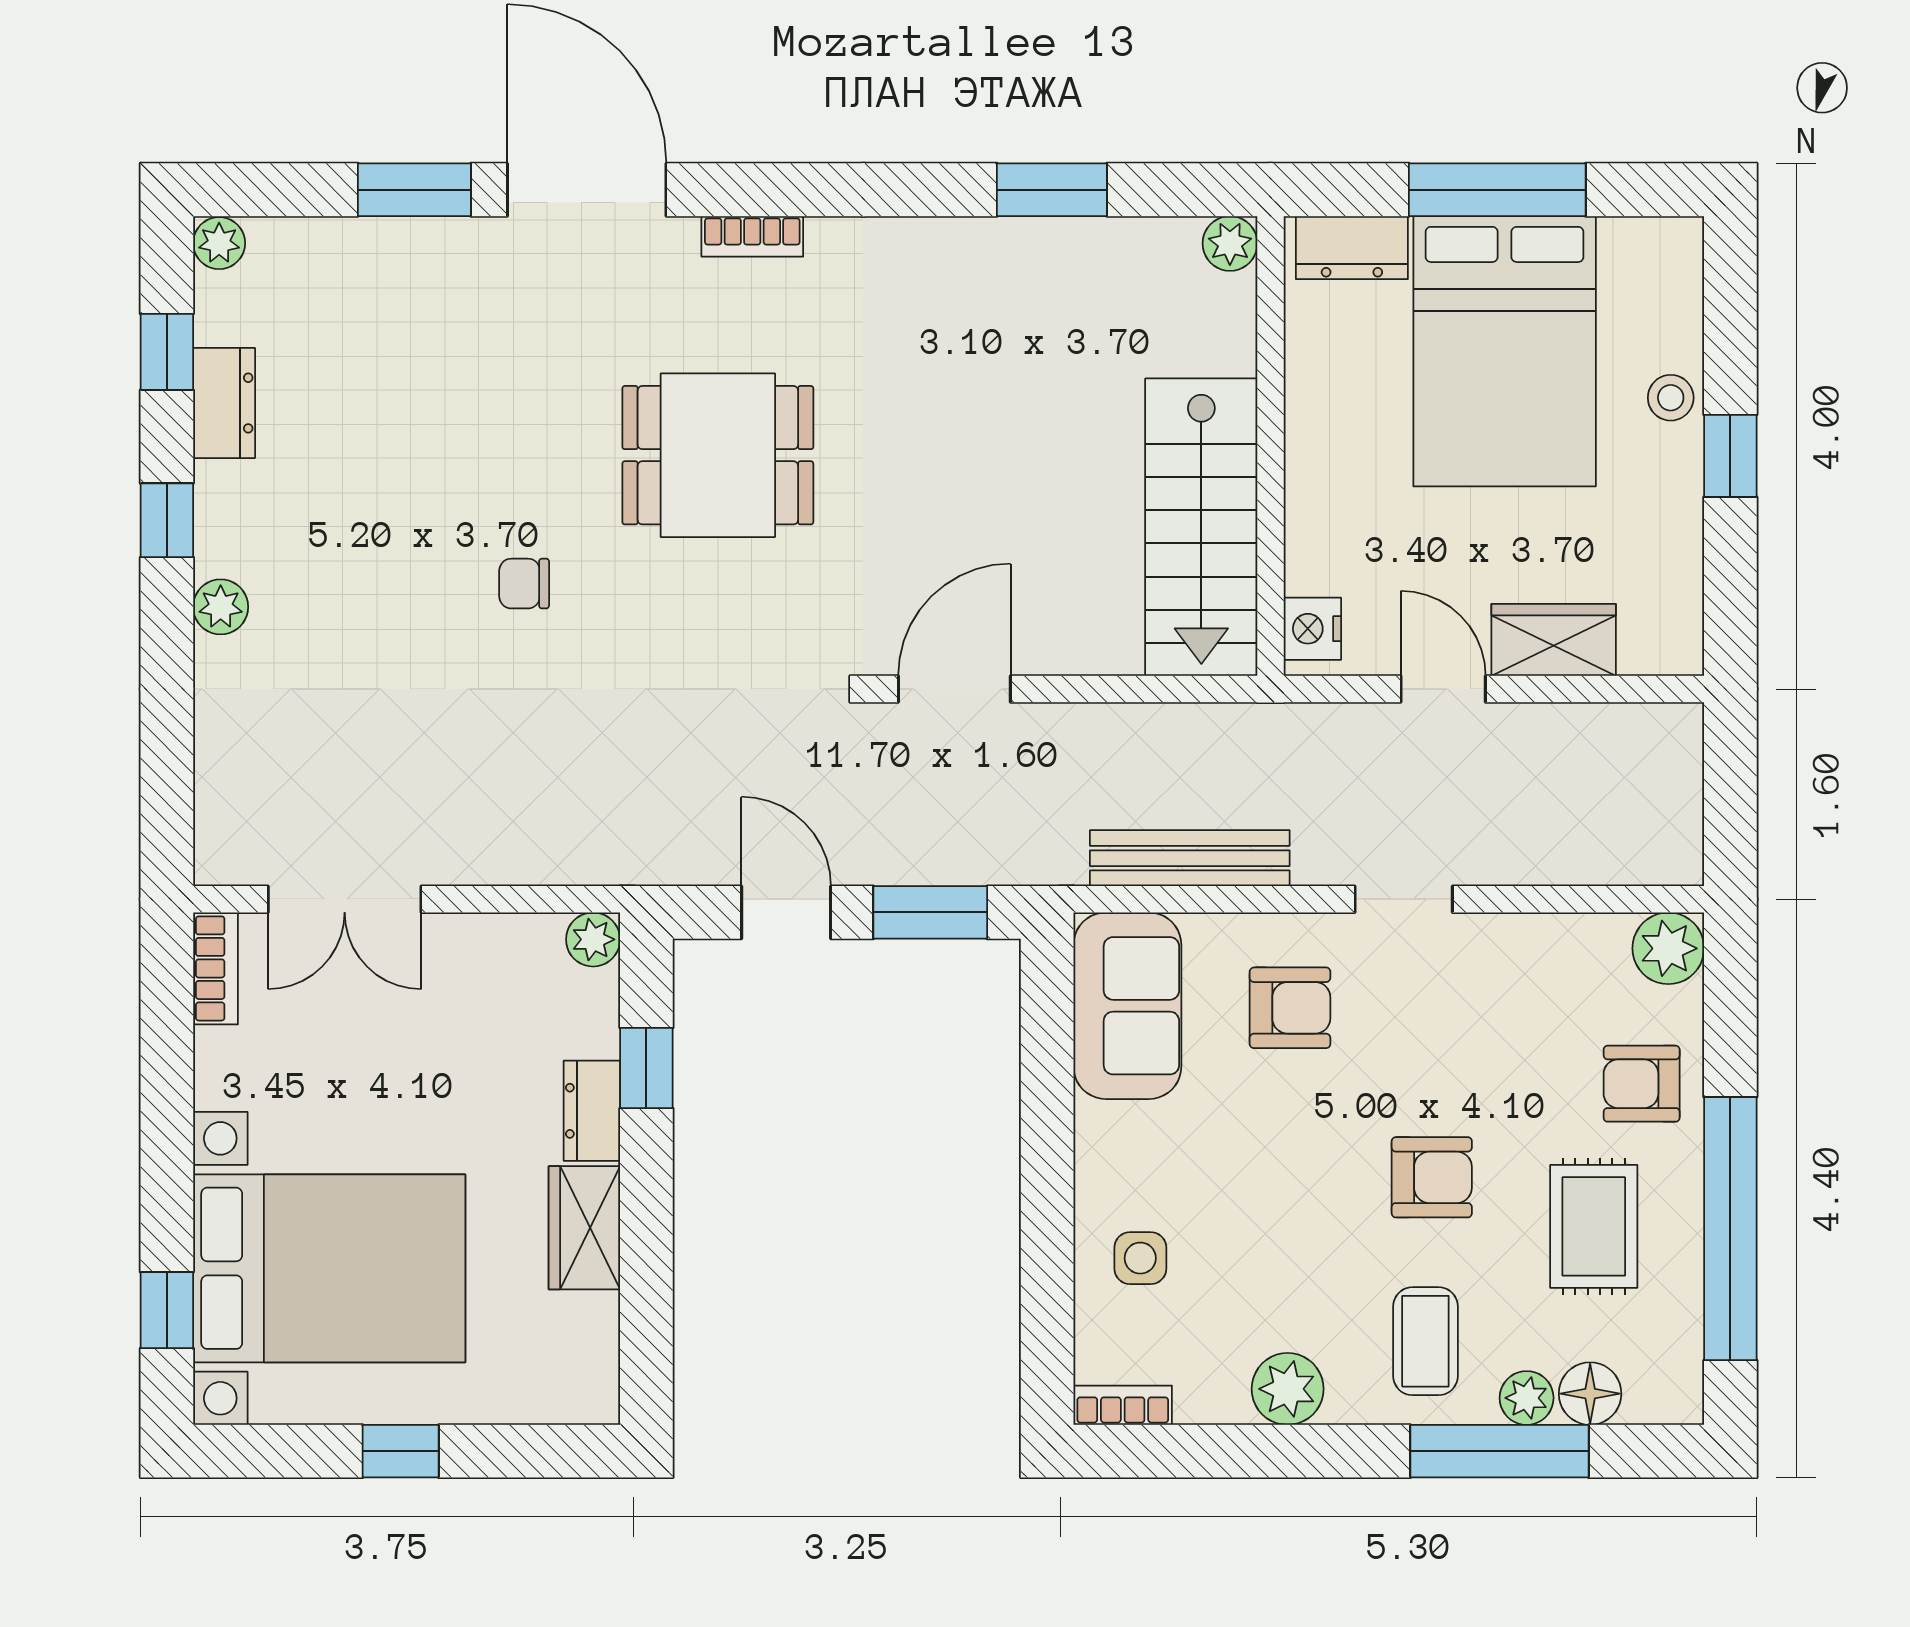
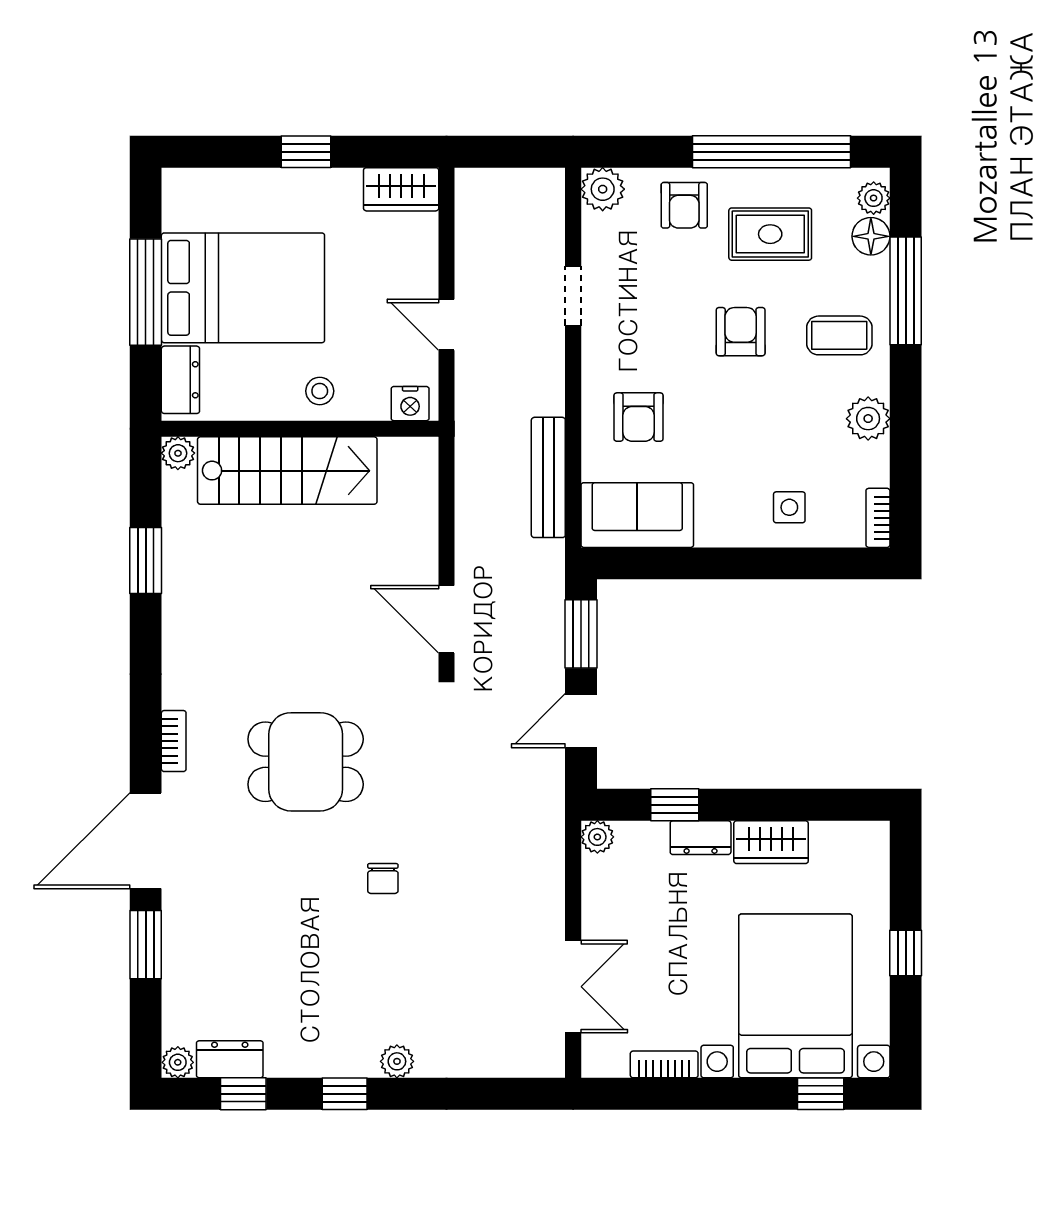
stool: (1671, 398) -> (320, 391), moved
dresser: (224, 403) -> (230, 1059), moved
dining table: (718, 455) -> (306, 762), turned 90
stairs: (1201, 527) -> (287, 471), moved
wardrobe: (1554, 640) -> (401, 189), moved, turned -90
door: (1443, 689) -> (446, 325), hinge flipped
doorway: (1404, 899) -> (573, 296), moved
bookcase: (215, 968) -> (664, 1064), moved
armchair: (1290, 1008) -> (639, 417), turned 180
plant: (1527, 1398) -> (874, 198), moved

